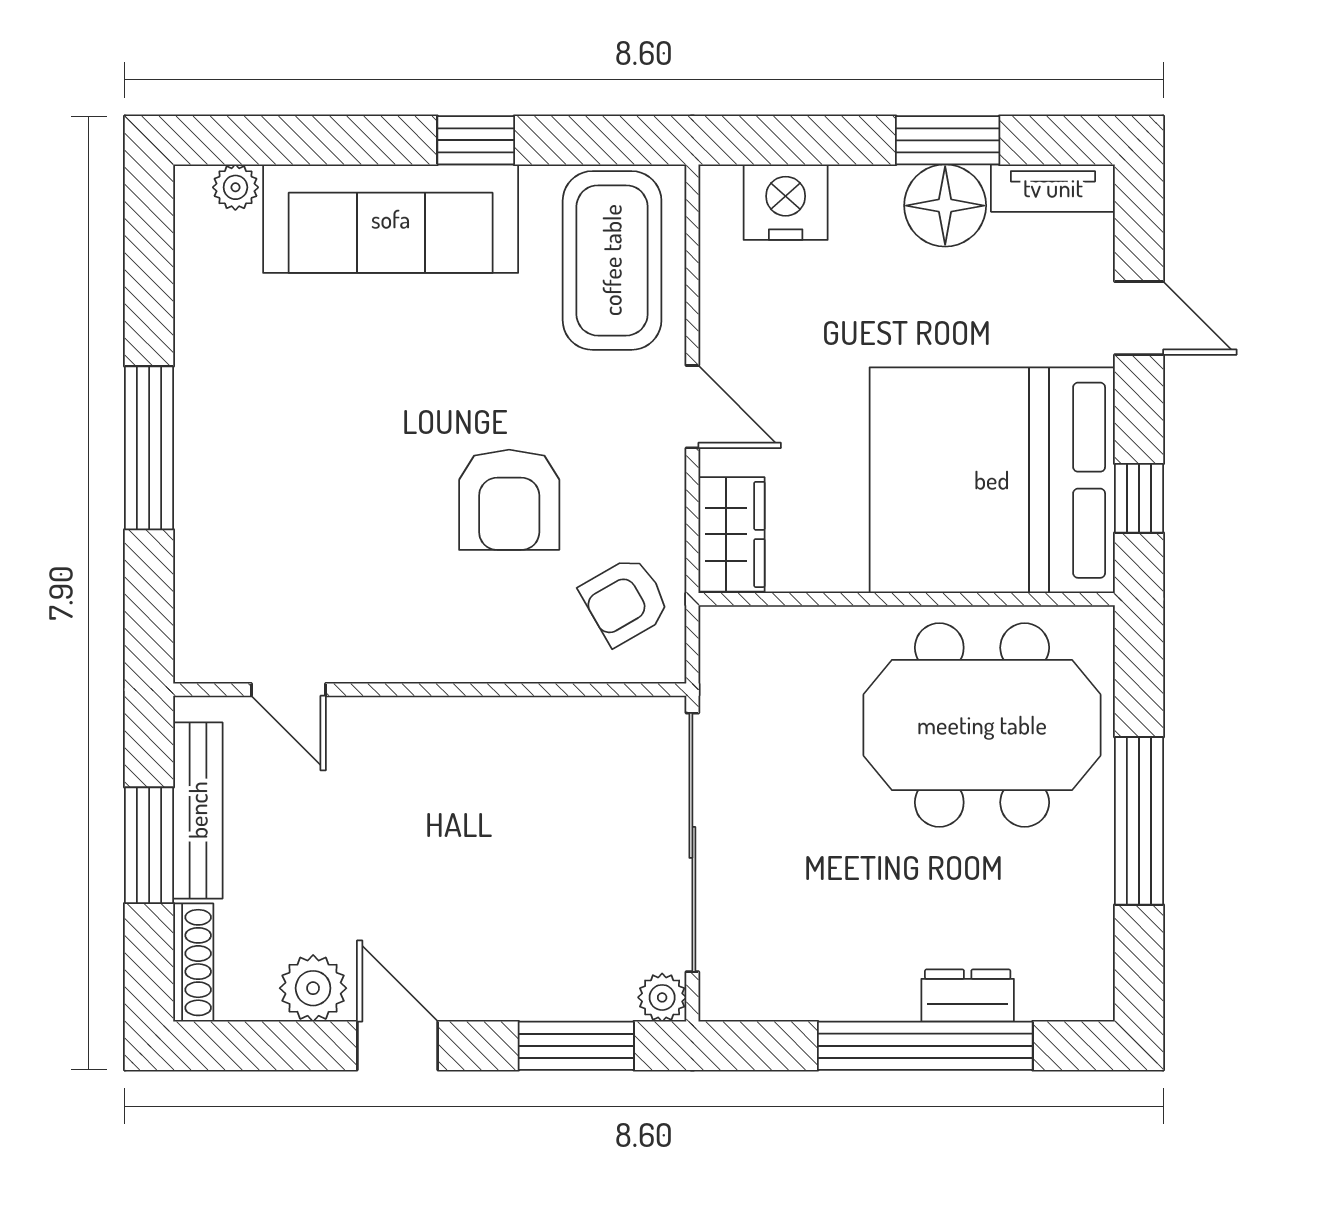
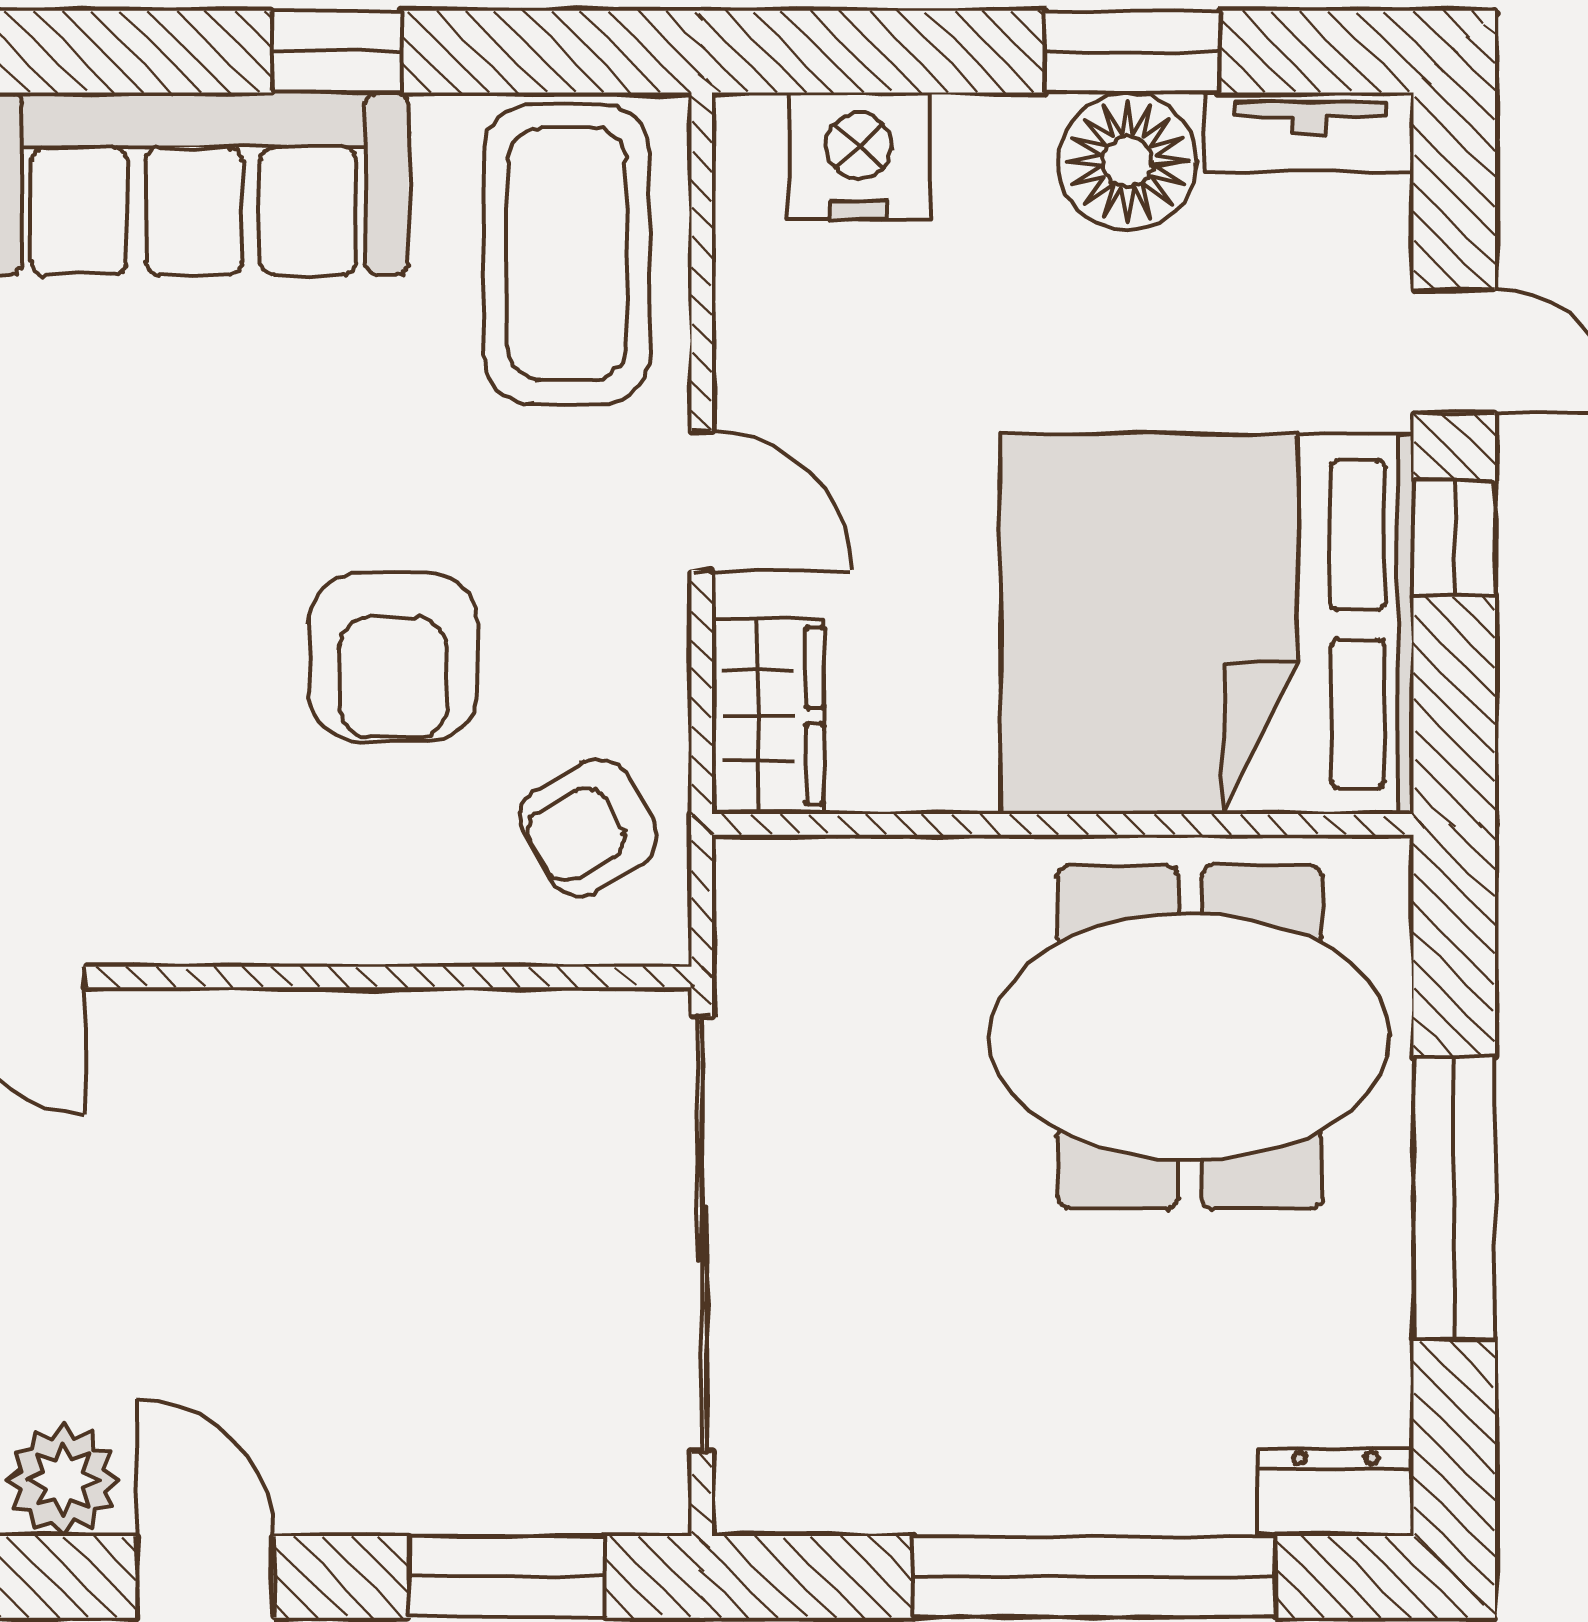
window: (1139, 498) -> (1454, 538), moved
dresser: (968, 996) -> (1335, 1492), moved
plant: (662, 997) -> (651, 1495), removed

